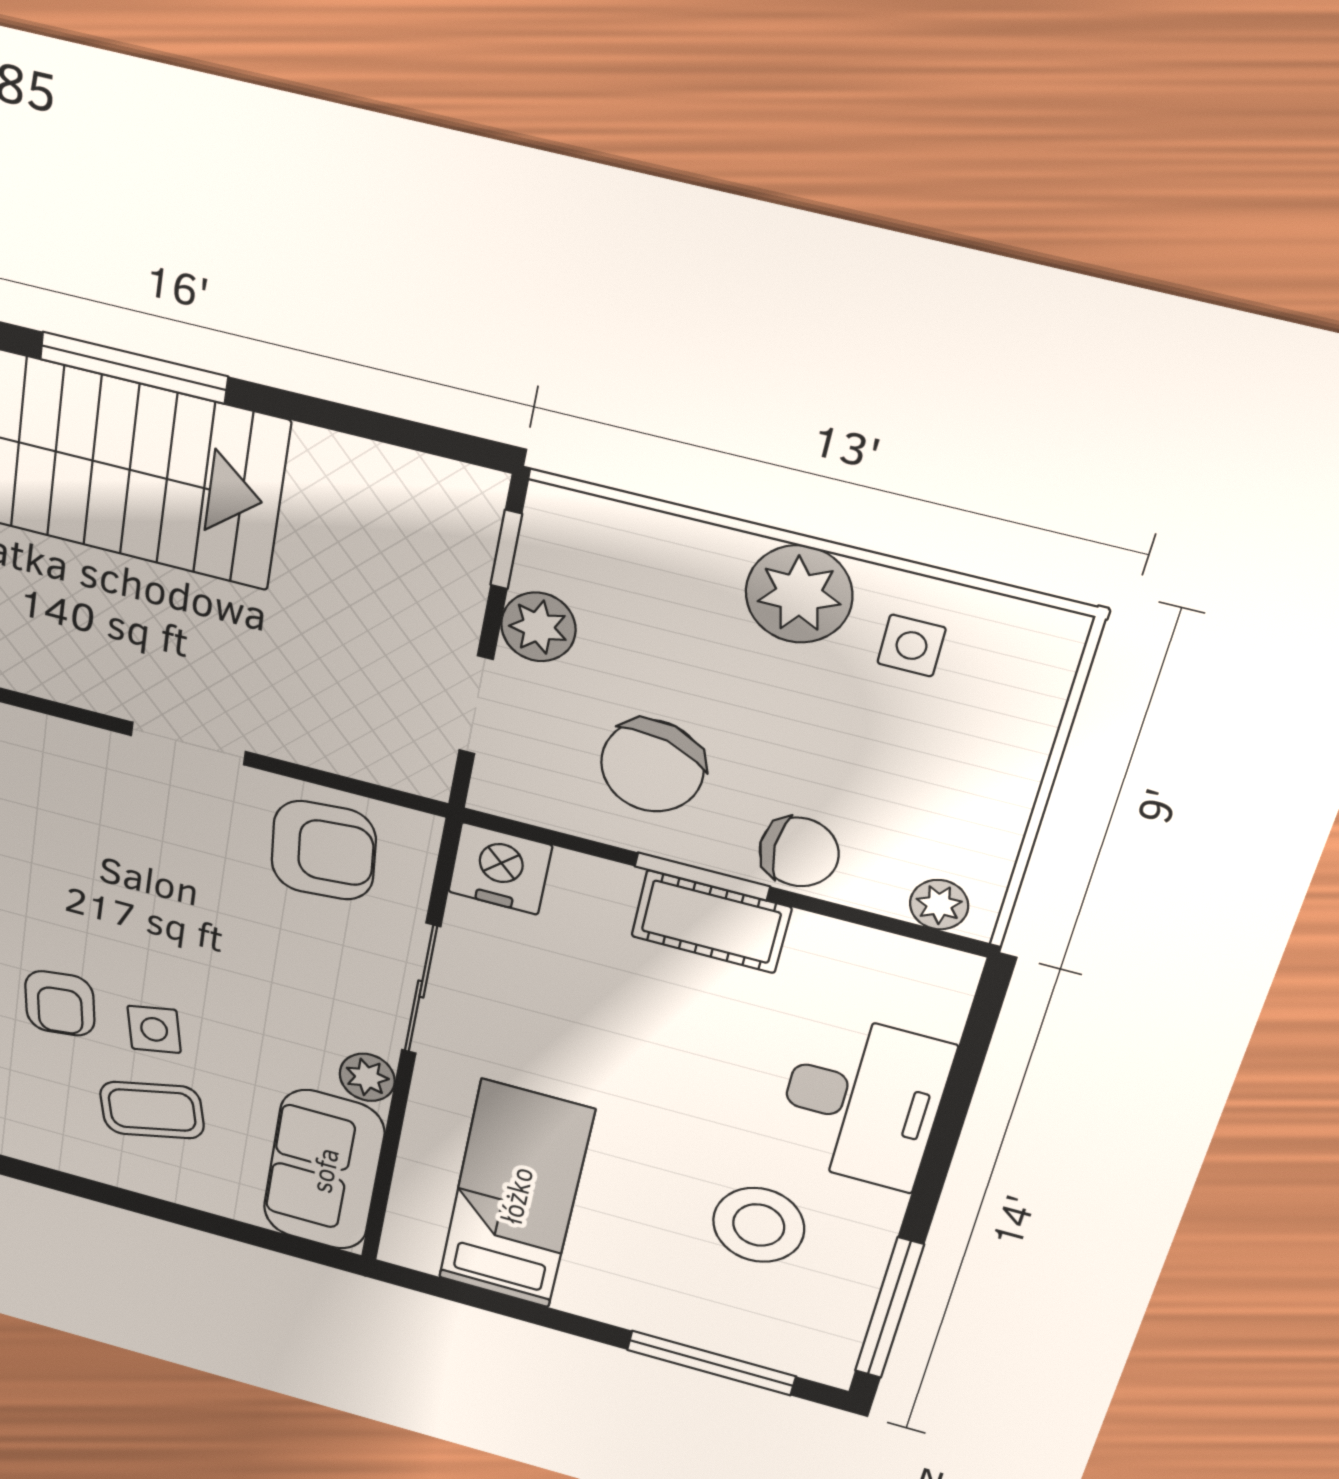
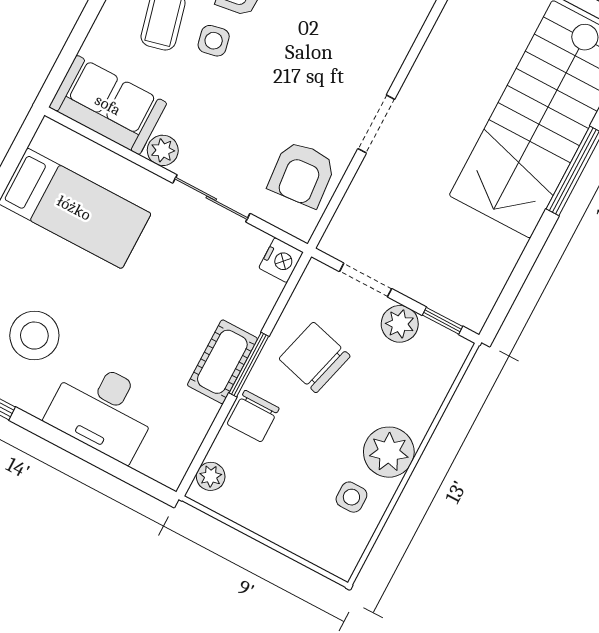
nightstand: (500, 869) -> (281, 260), width x0.74, depth x0.75

